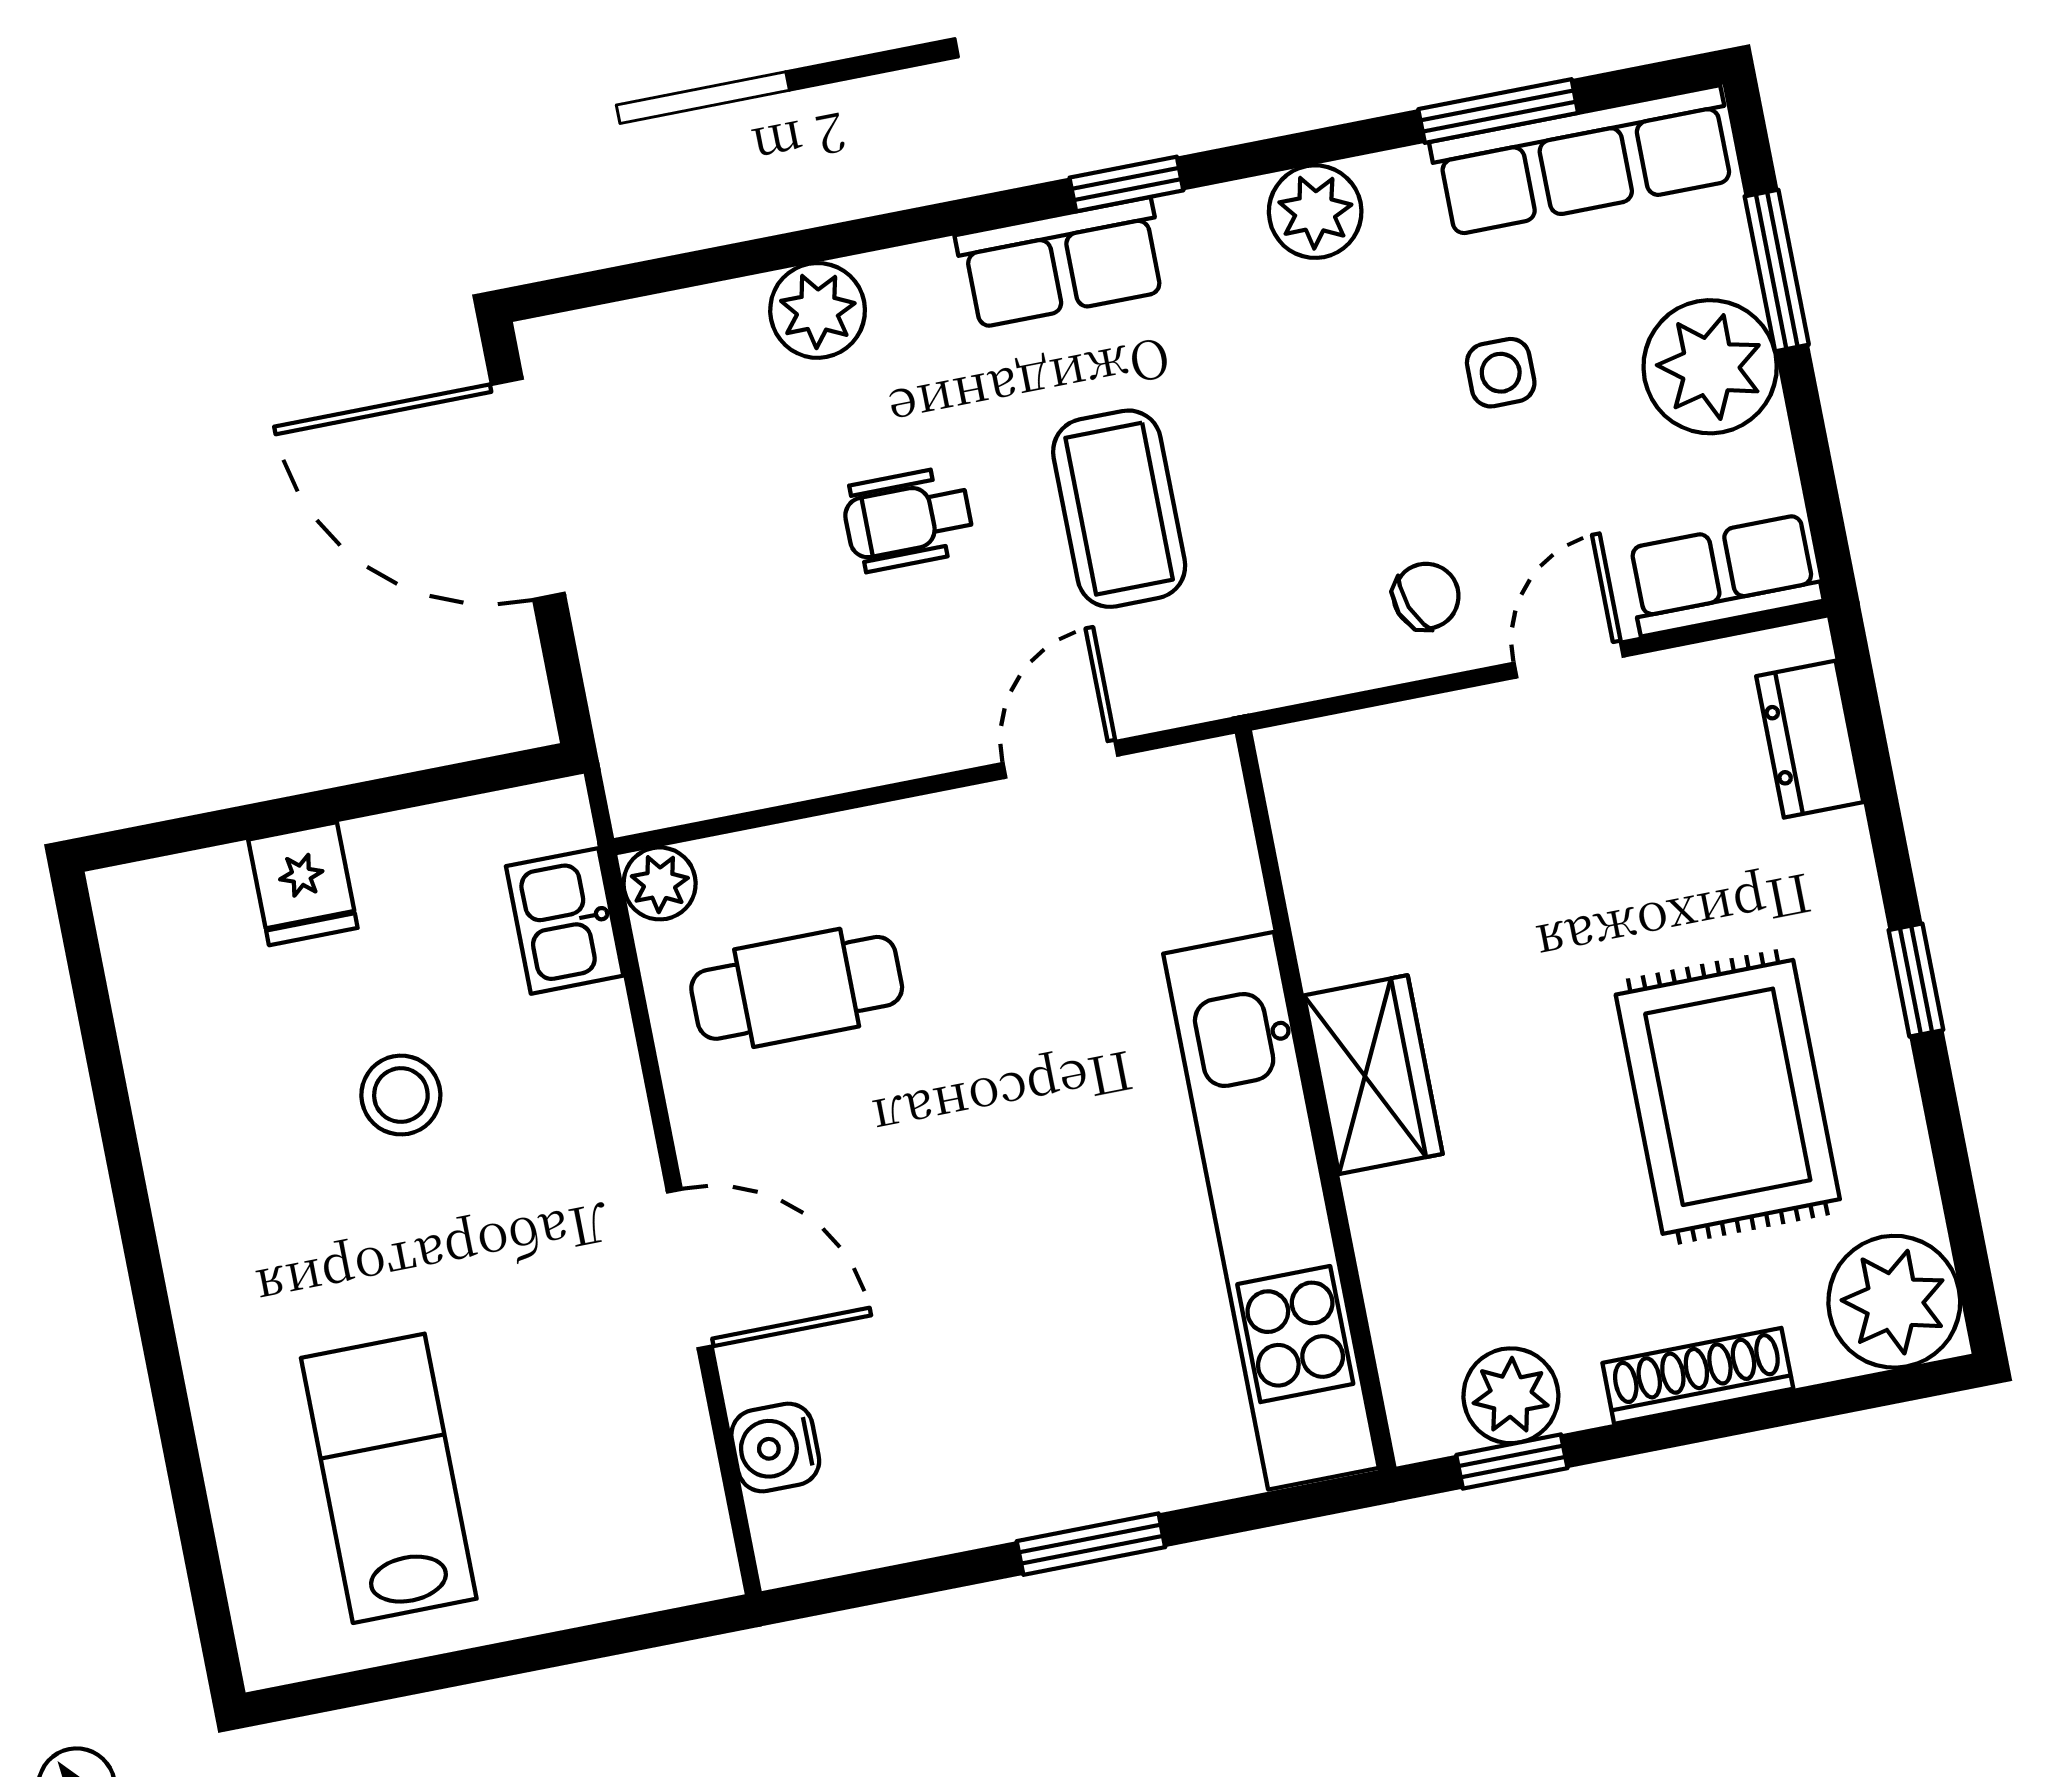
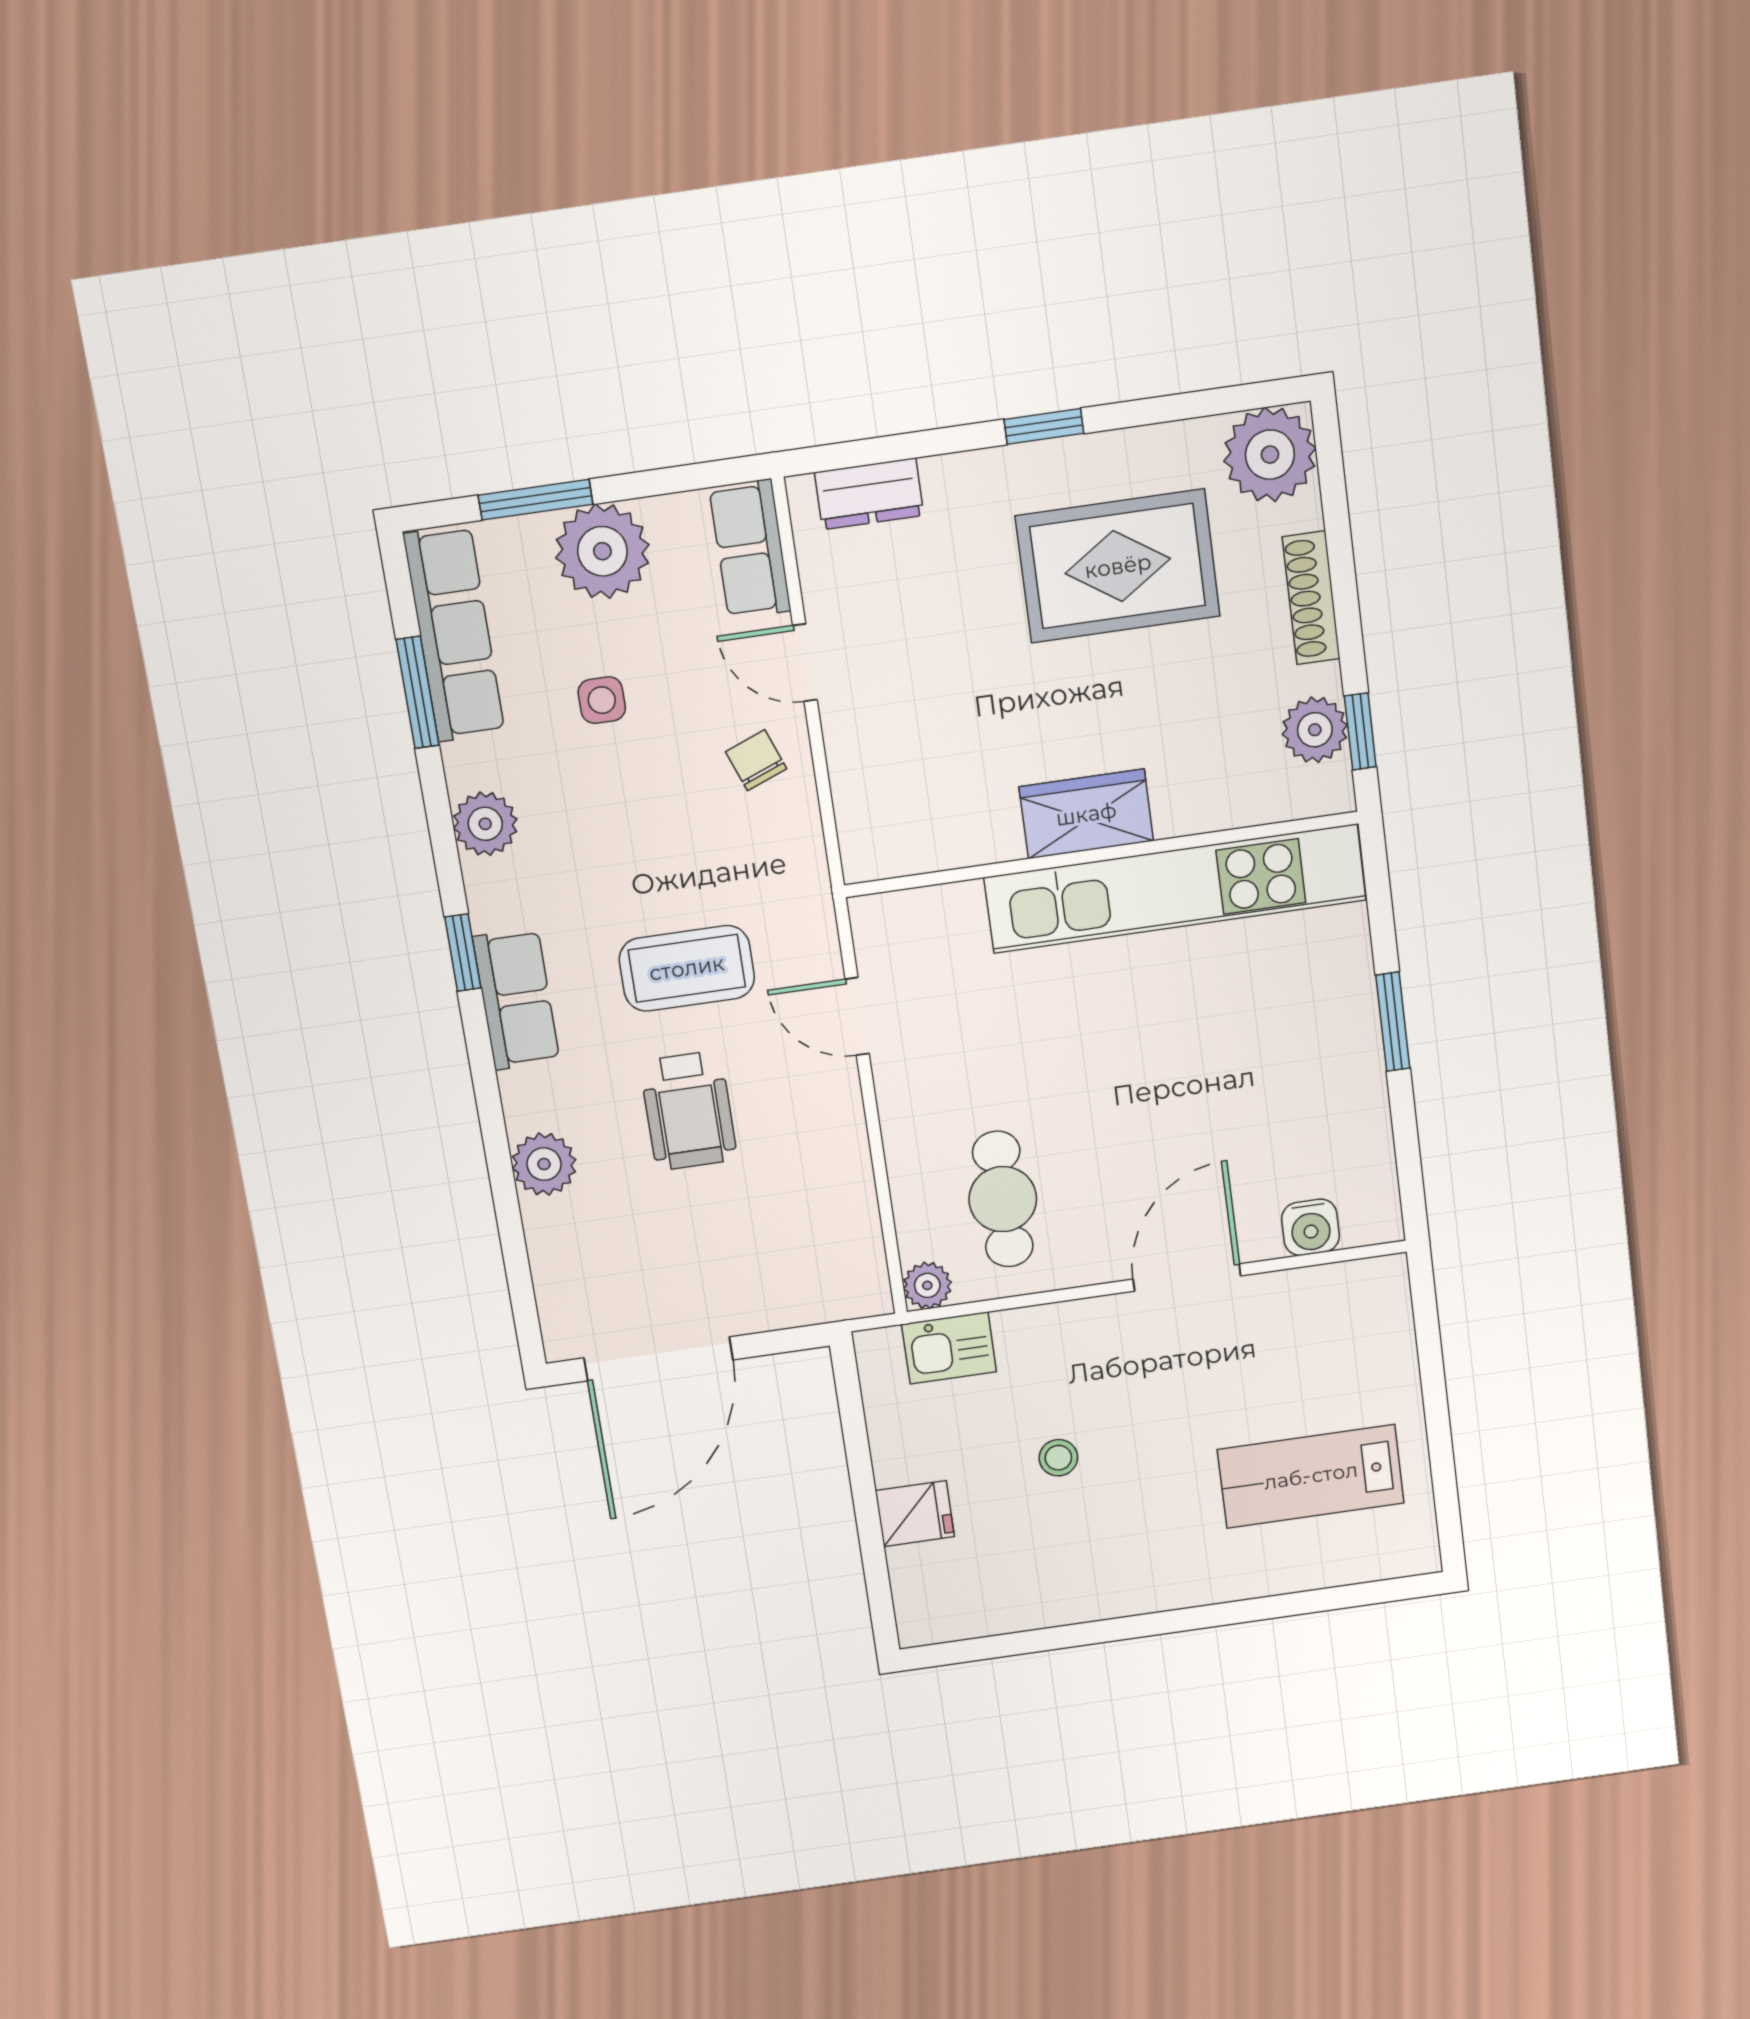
wheelchair: (908, 519) -> (688, 1111), width x1.36, depth x1.37
stool: (401, 1095) -> (1058, 1458), width x0.73, depth x0.73

